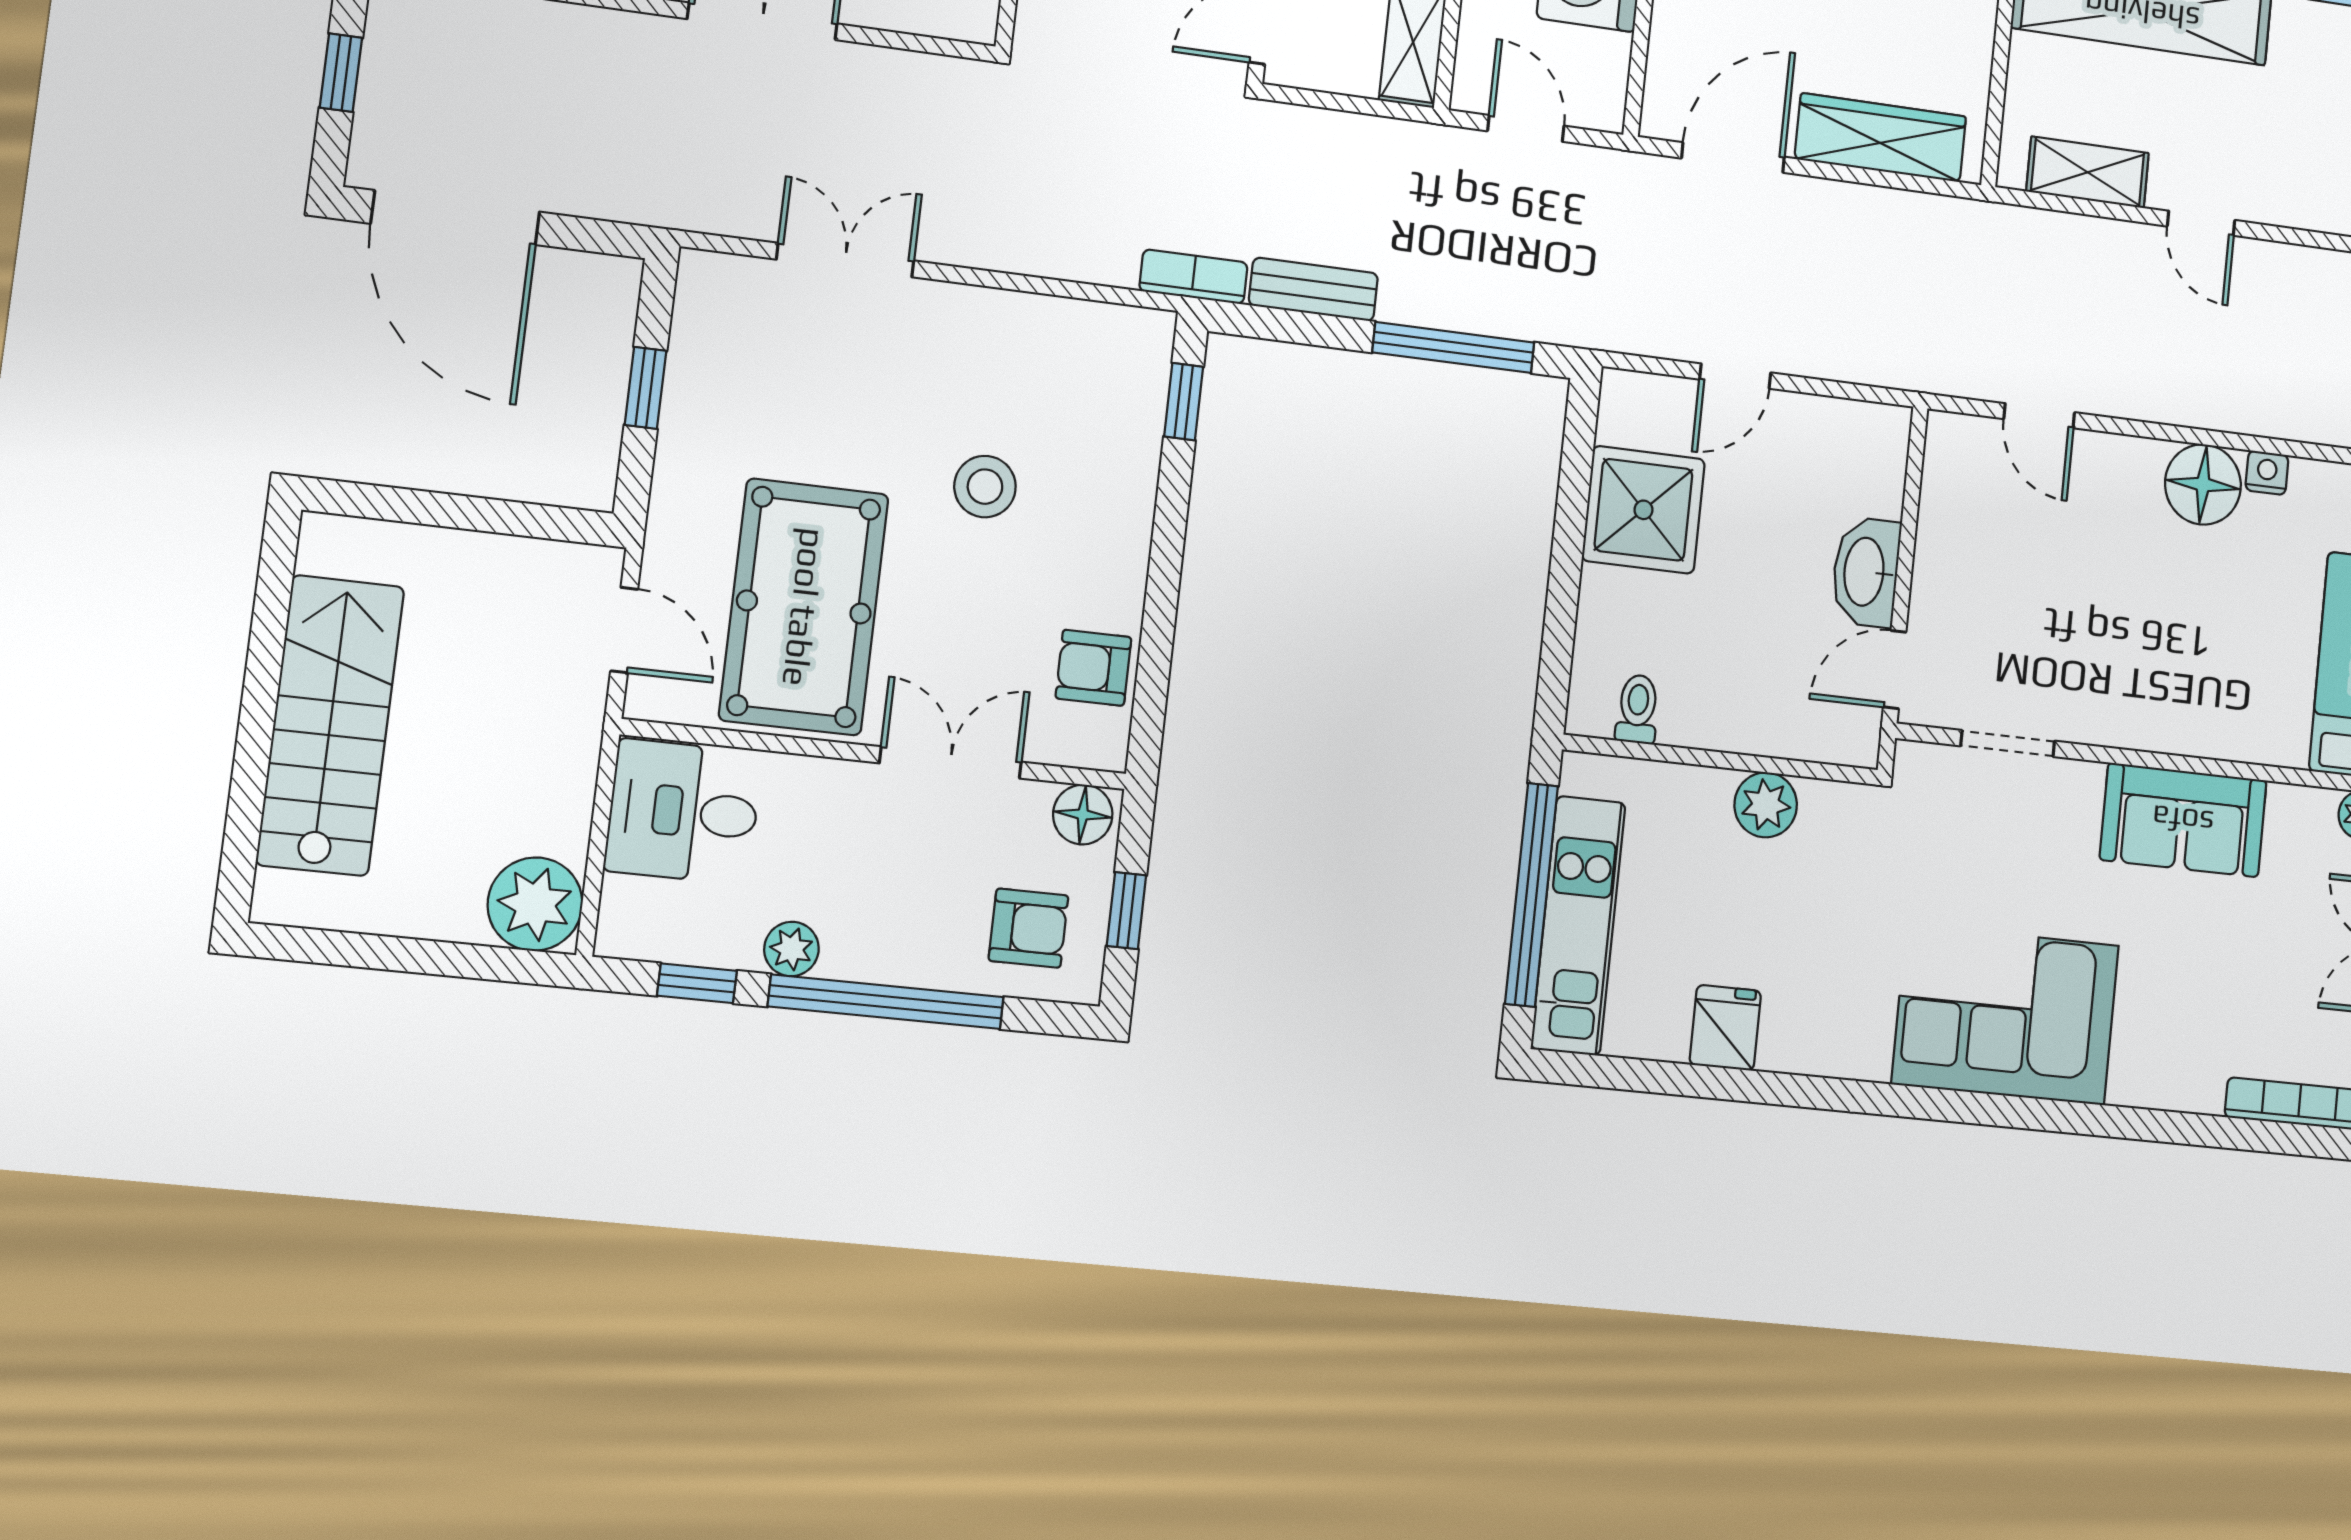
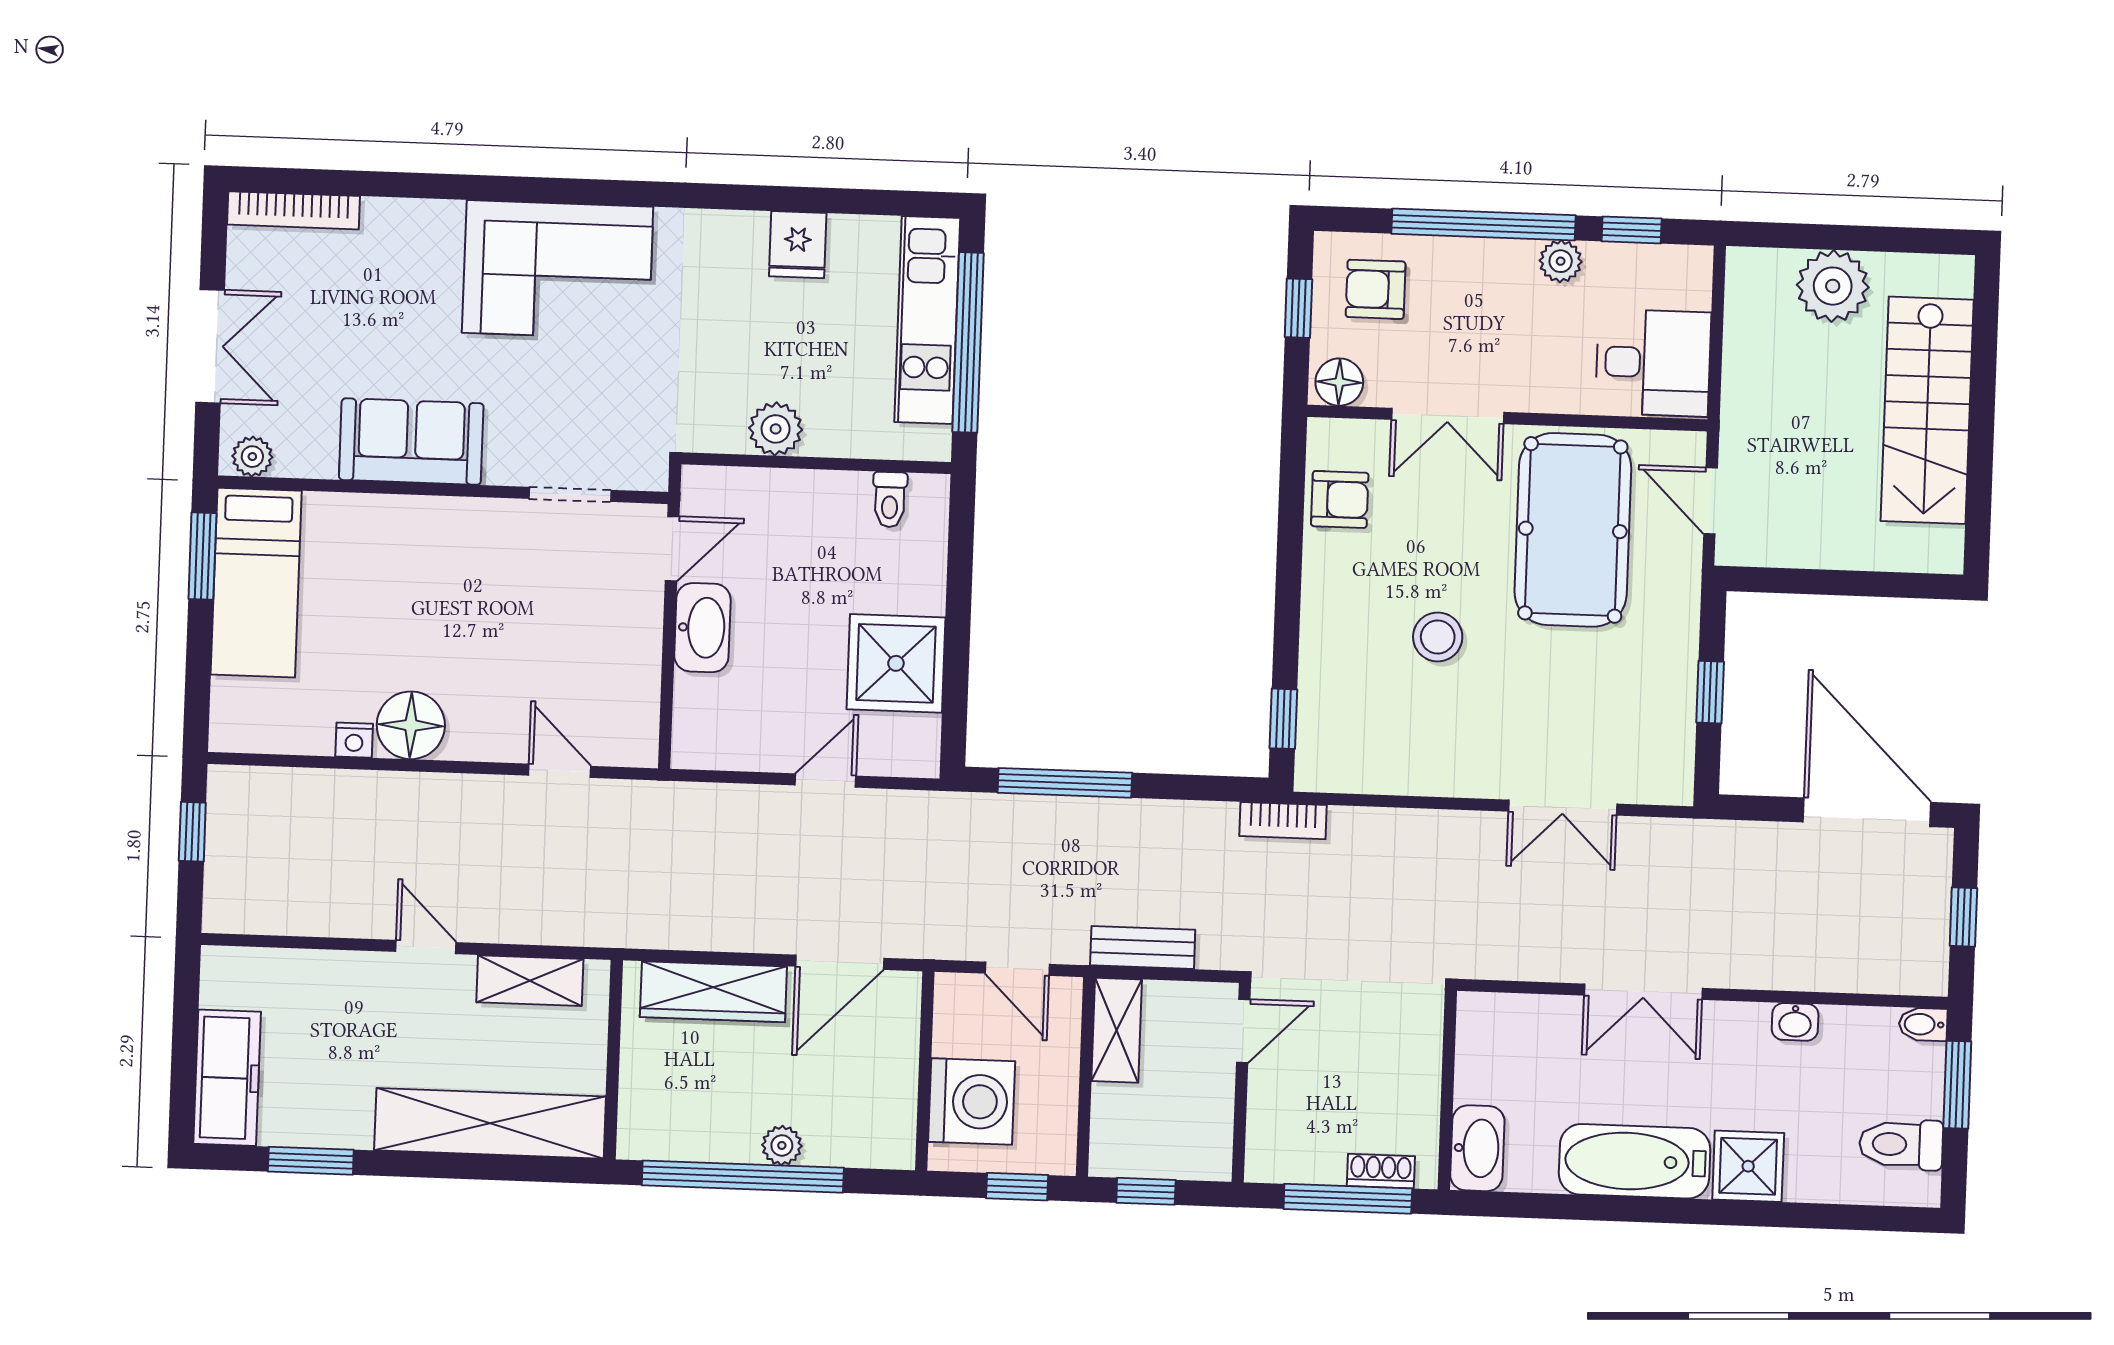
bench: (1313, 289) -> (1143, 948), moved
plant: (535, 904) -> (1833, 286), moved

